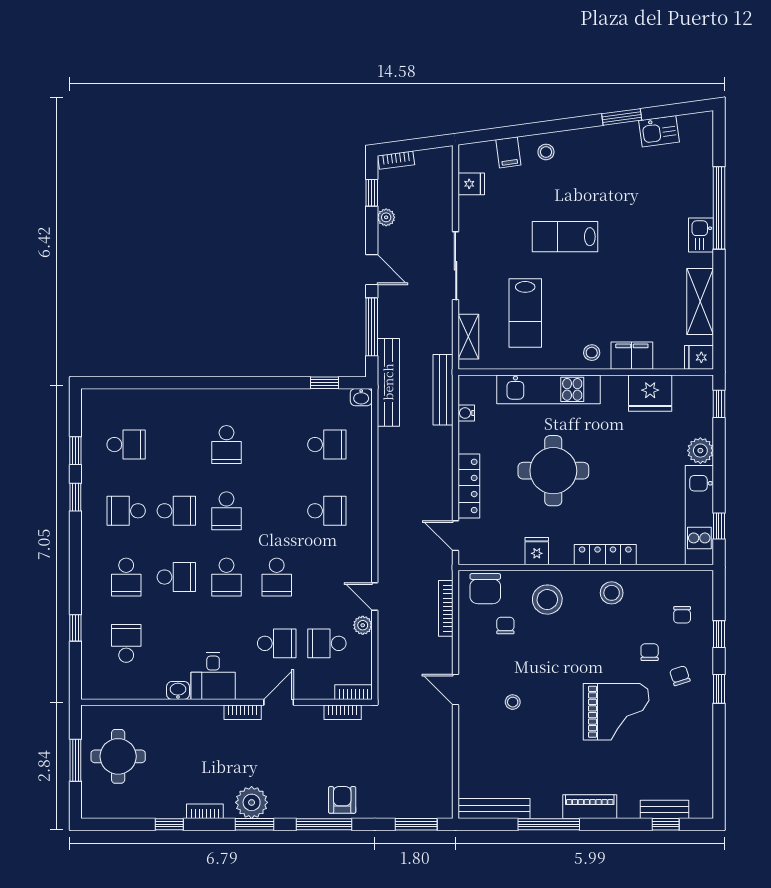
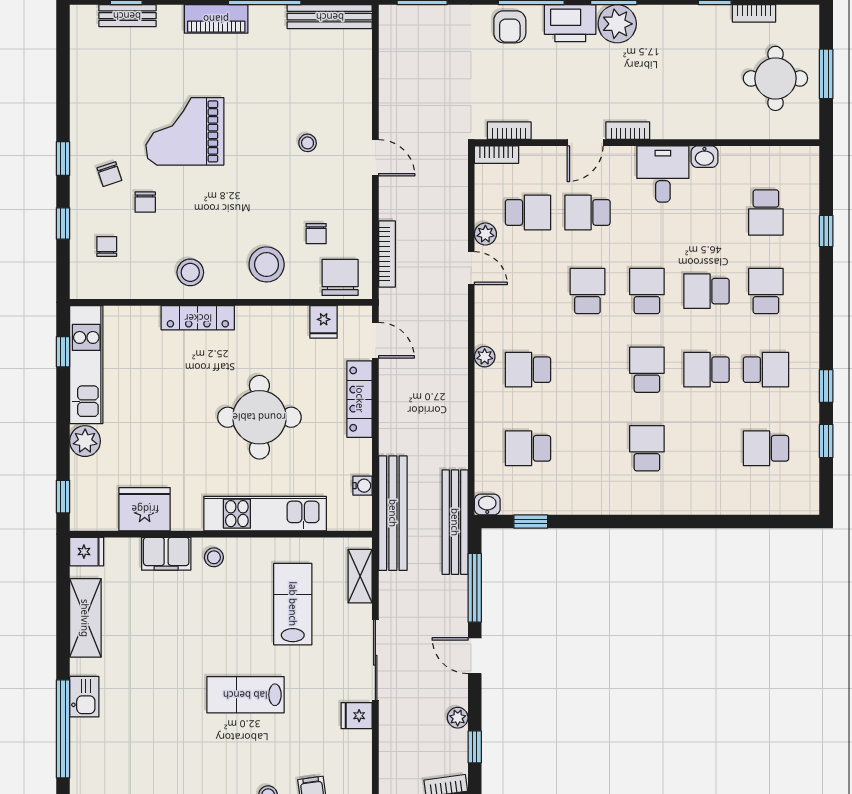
fridge: (471, 184) -> (357, 716), moved
lab bench: (565, 237) -> (245, 695), turned 180
bench: (443, 390) -> (393, 513), width x1.37, depth x1.21
plant: (363, 522) -> (485, 357), added
fridge: (537, 551) -> (324, 322), moved
printer: (291, 803) -> (570, 23), added
bookcase: (205, 811) -> (754, 13), moved

